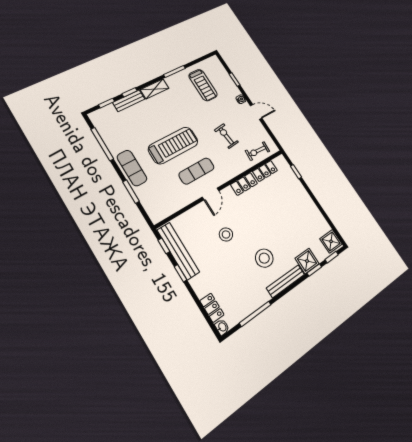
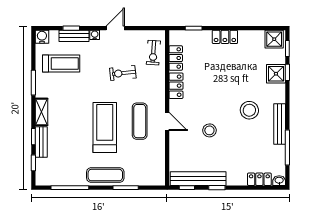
water cooler: (214, 61) -> (42, 37), added
bench: (230, 84) -> (74, 36), added
locker: (306, 200) -> (225, 37), added
bench: (286, 281) -> (280, 124), moved

